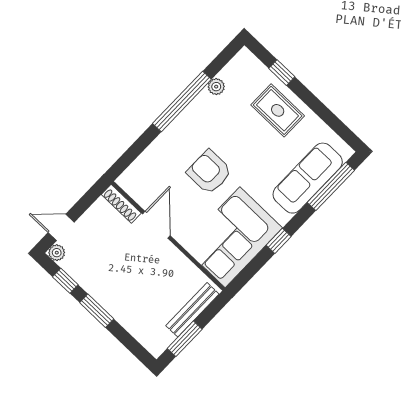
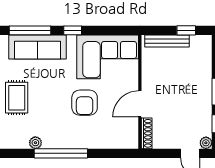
window: (279, 241) -> (73, 30), moved
window: (185, 339) -> (186, 30), width x0.67

